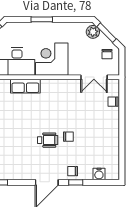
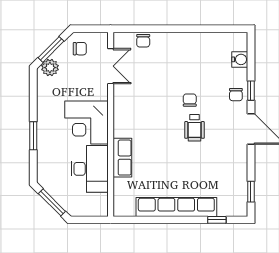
wheelchair: (48, 140) -> (194, 128), turned 180

